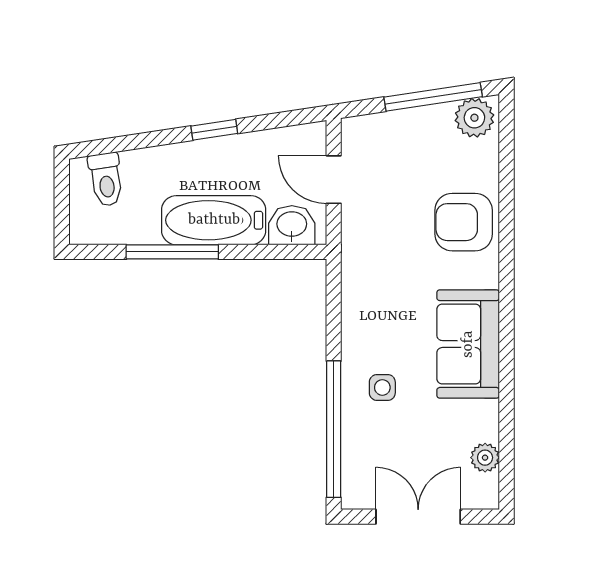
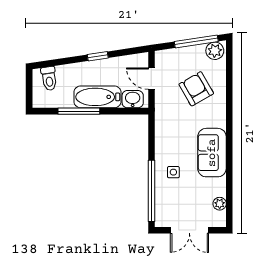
armchair: (464, 222) -> (196, 89), moved, turned 60
double door: (418, 517) -> (189, 230), swing flipped

